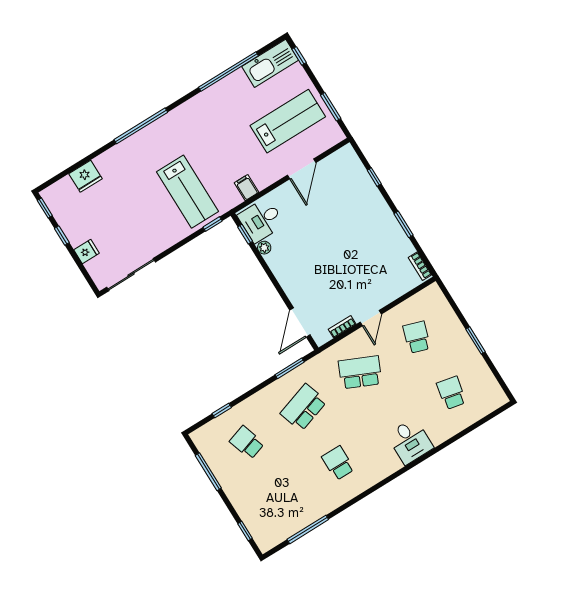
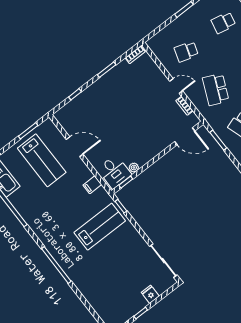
lab bench: (288, 121) -> (42, 160), turned 180
fridge: (86, 176) -> (96, 301), removed

